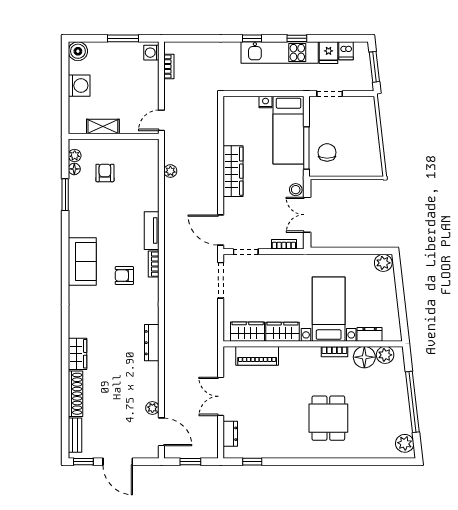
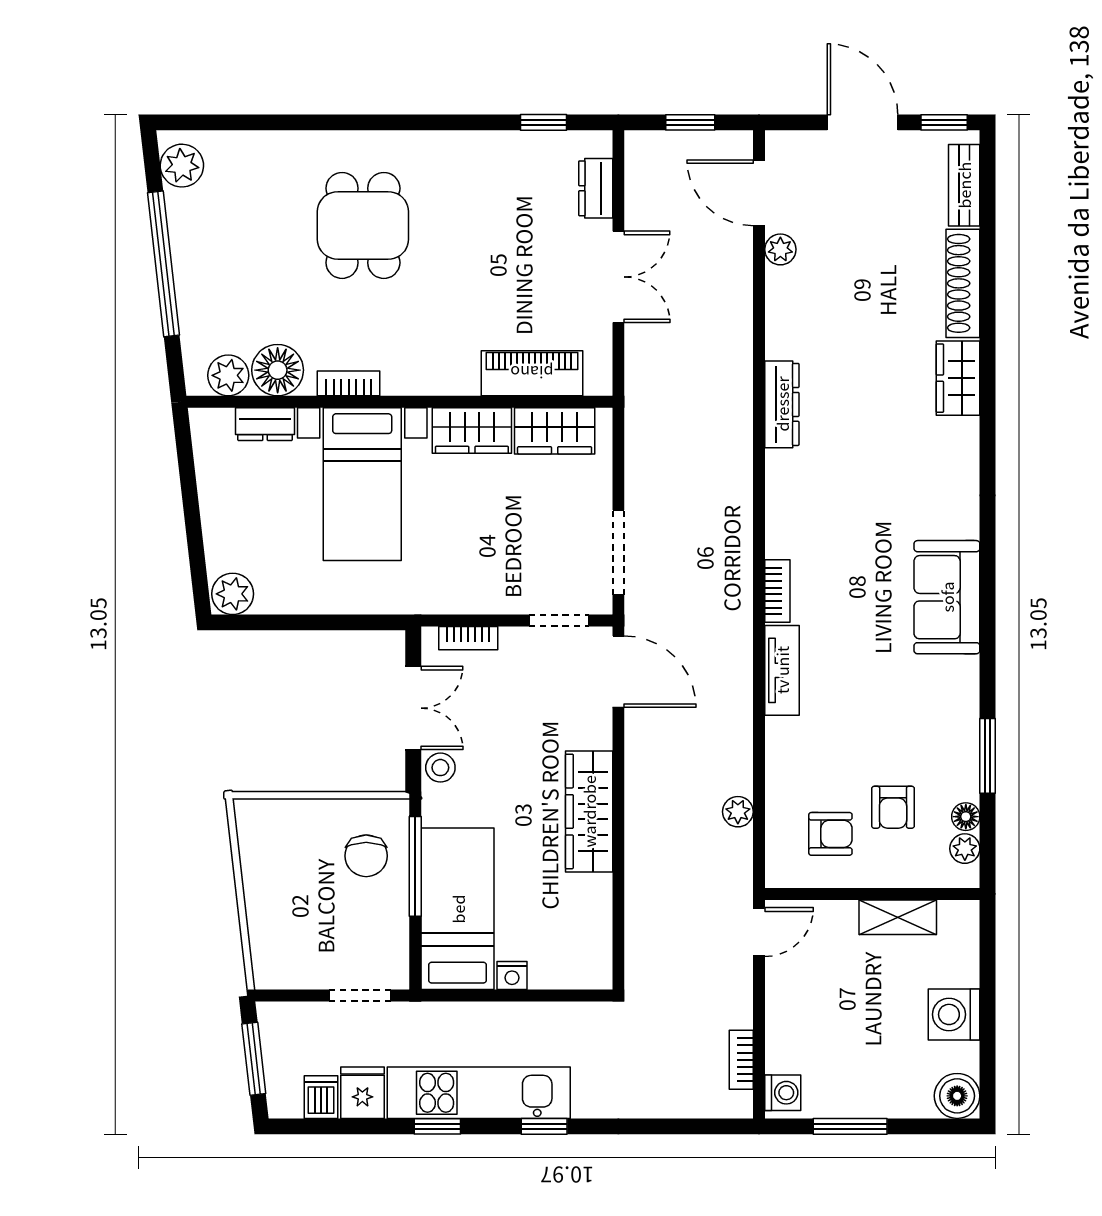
armchair: (124, 276) -> (830, 834), moved

